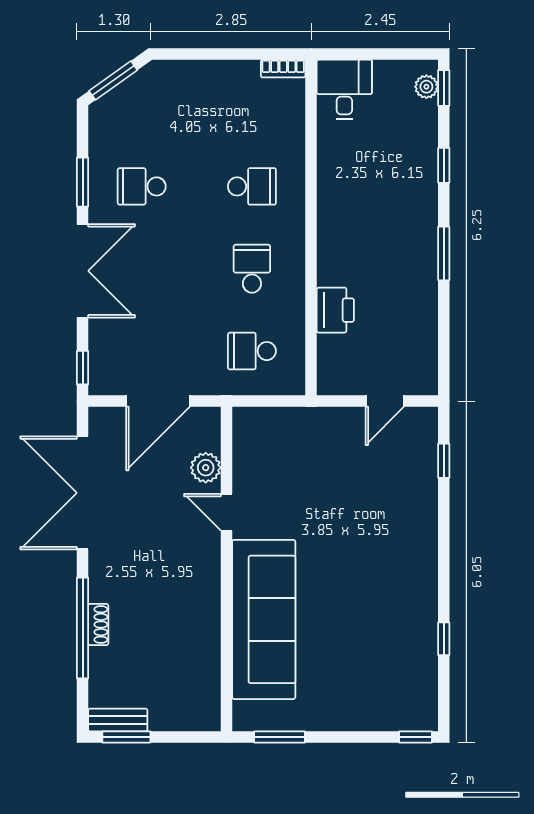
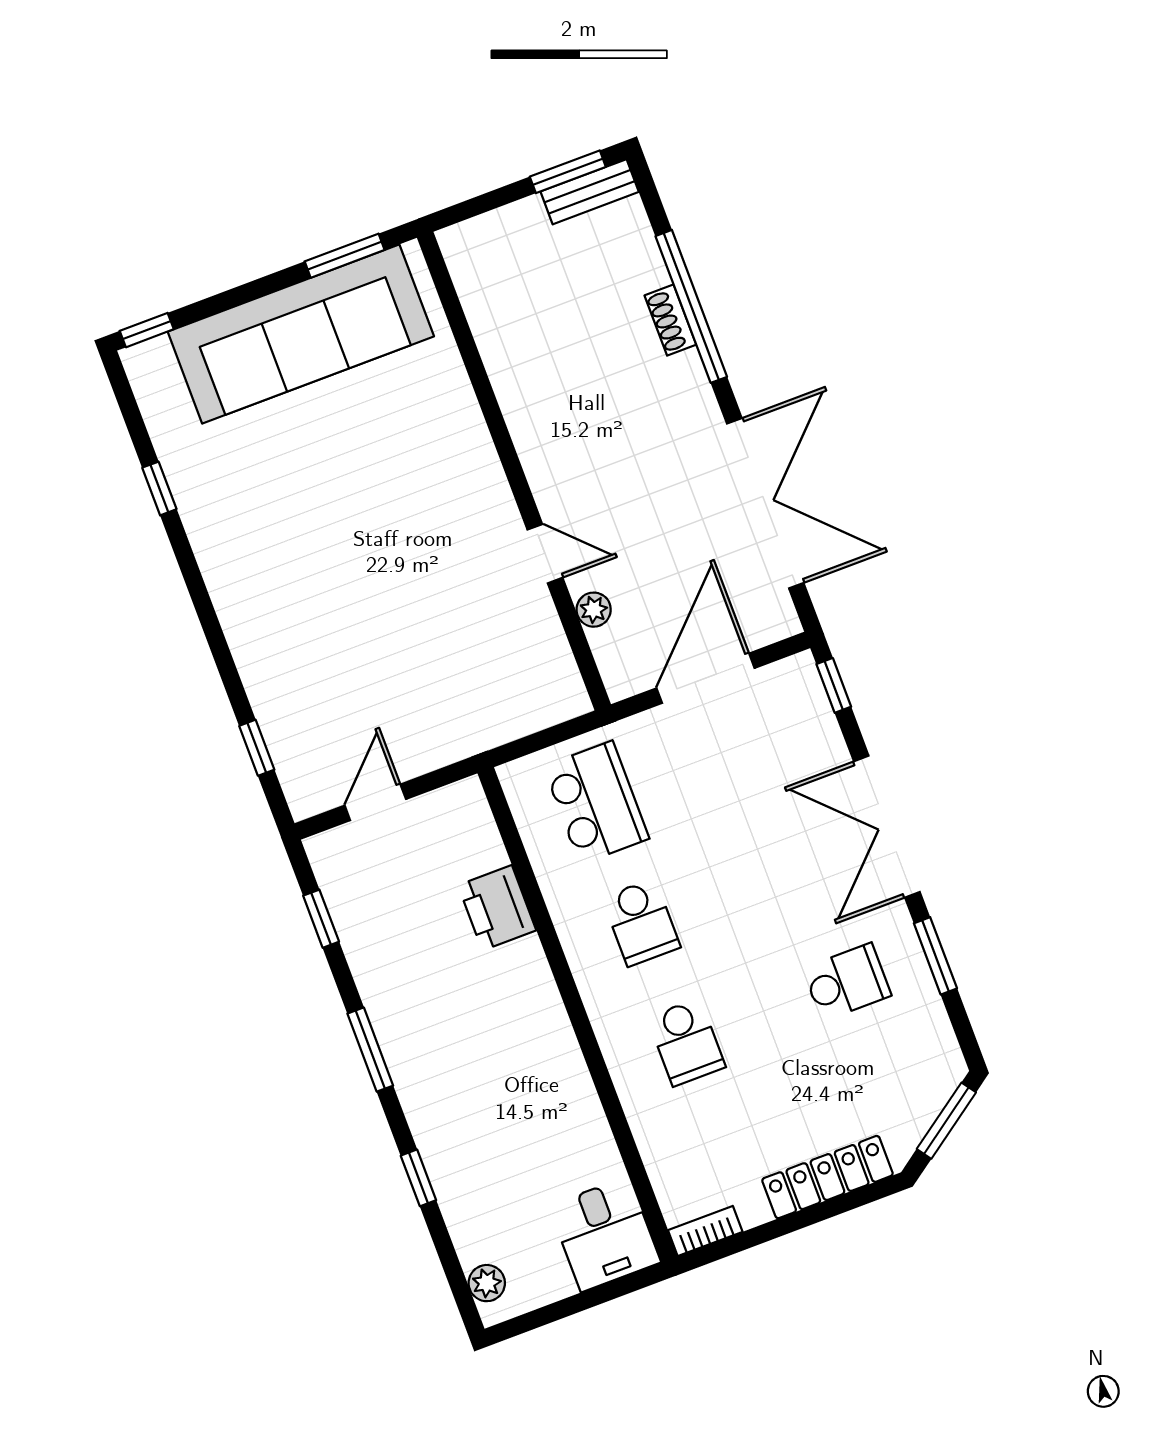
locker: (197, 73) -> (827, 1177), added
window: (444, 88) -> (321, 919), moved
school desk: (252, 186) -> (686, 1042), turned -90
school desk: (252, 351) -> (596, 802), width x1.85
plant: (206, 468) -> (594, 610), width x0.73, depth x0.73
sofa: (264, 619) -> (301, 334), moved, turned -90

